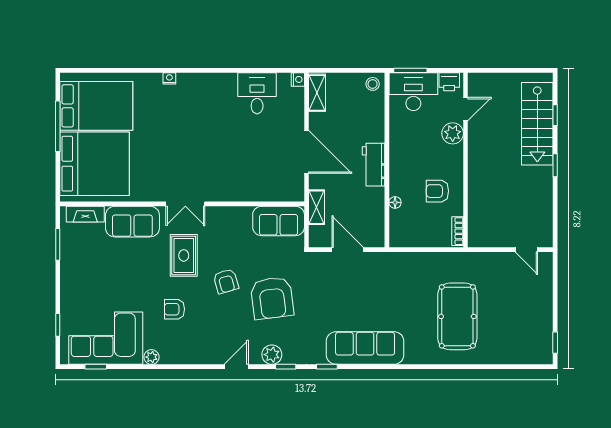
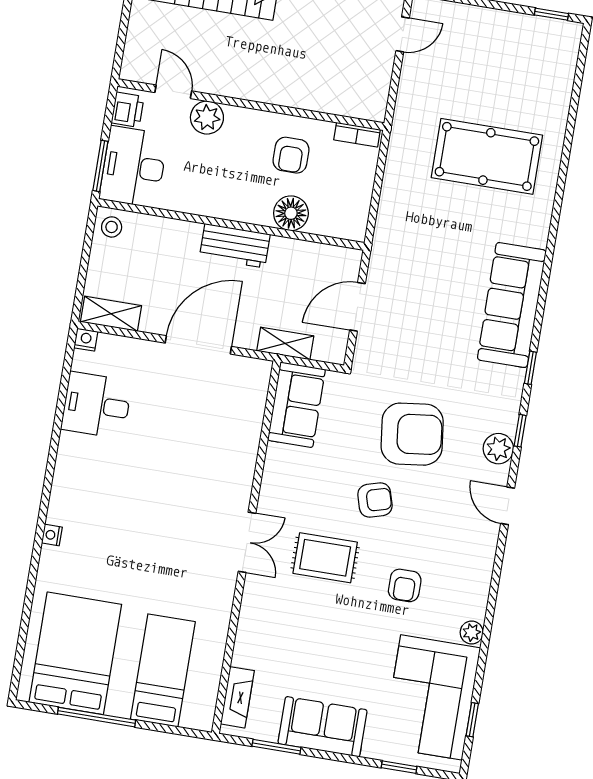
bed: (95, 164) -> (163, 670), width x0.49
floor lamp: (395, 202) -> (291, 213), width x1.89, depth x1.89
sofa: (132, 222) -> (323, 727), moved, turned -90

